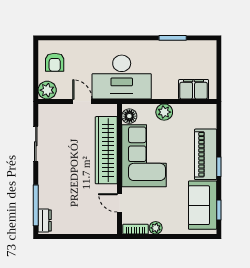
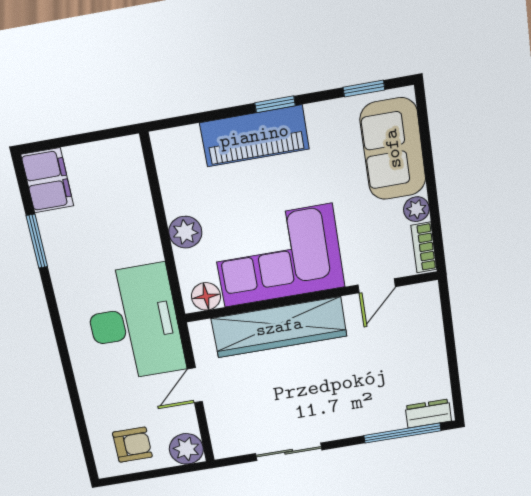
filing cabinet: (194, 89) -> (47, 180), moved, turned 180
sofa: (203, 205) -> (393, 149), moved, turned 90

